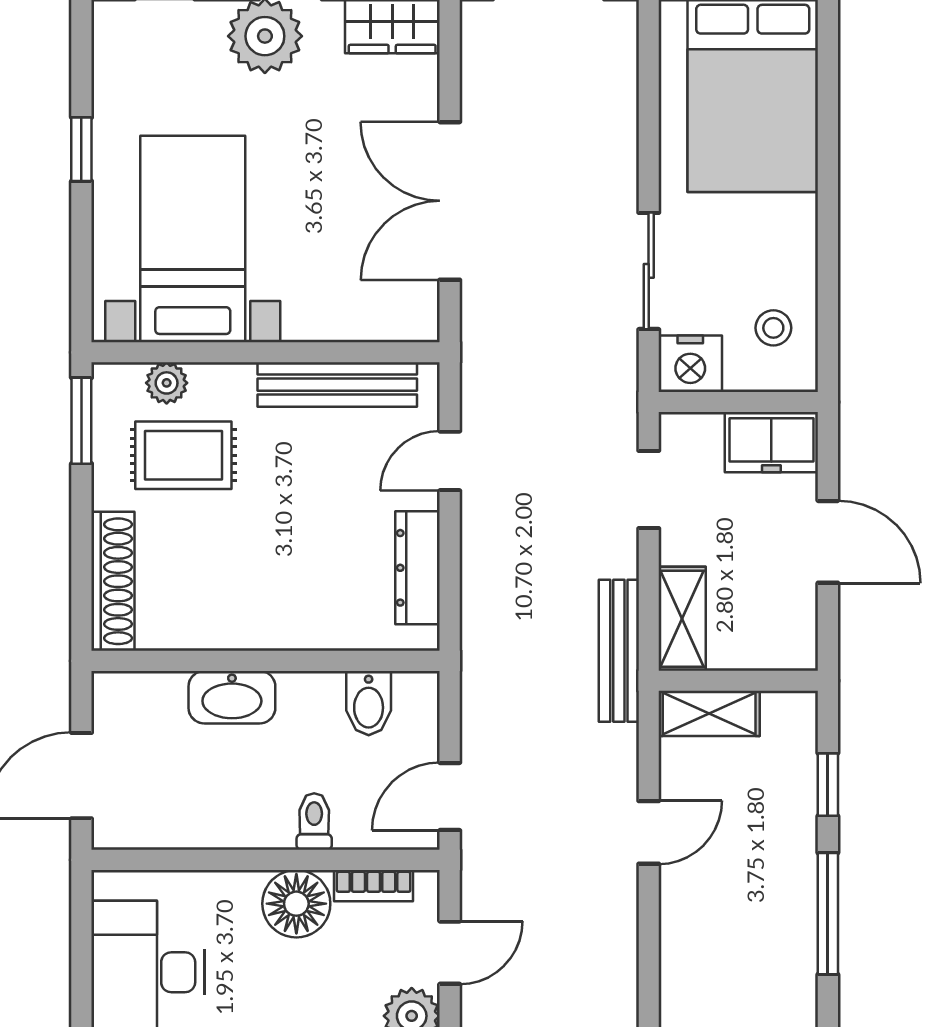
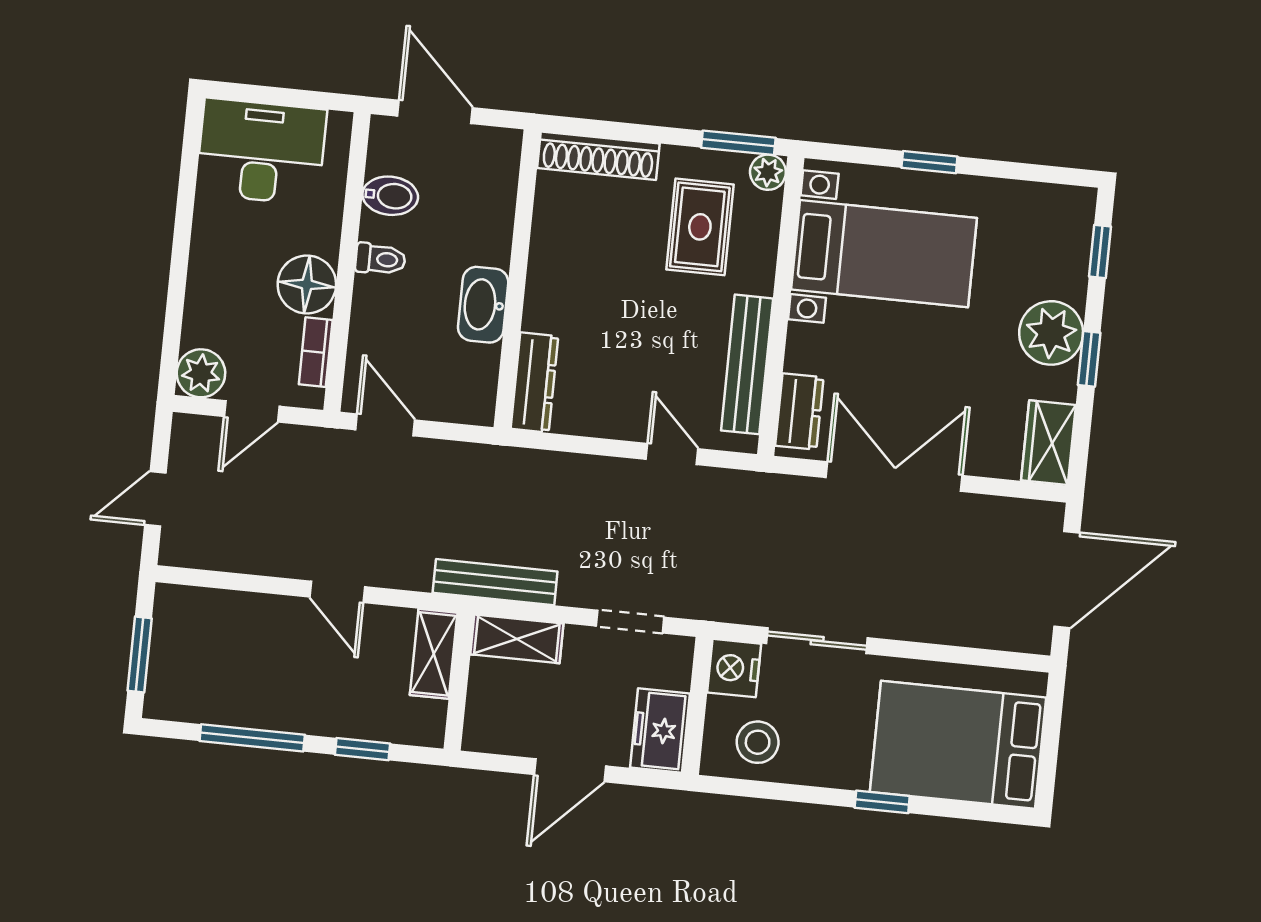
window: (81, 149) -> (929, 162), moved
window: (828, 177) -> (882, 802), added
dresser: (386, 318) -> (799, 412), added
stool: (773, 328) -> (758, 742), width x1.37, depth x1.37
plant: (167, 383) -> (768, 172), moved
dresser: (418, 568) -> (534, 382), moved, turned 90
washbasin: (232, 697) -> (483, 305), moved
bidet: (369, 703) -> (390, 196), moved, turned 180
toilet: (314, 822) -> (380, 259), moved
door: (450, 953) -> (252, 411), hinge flipped

